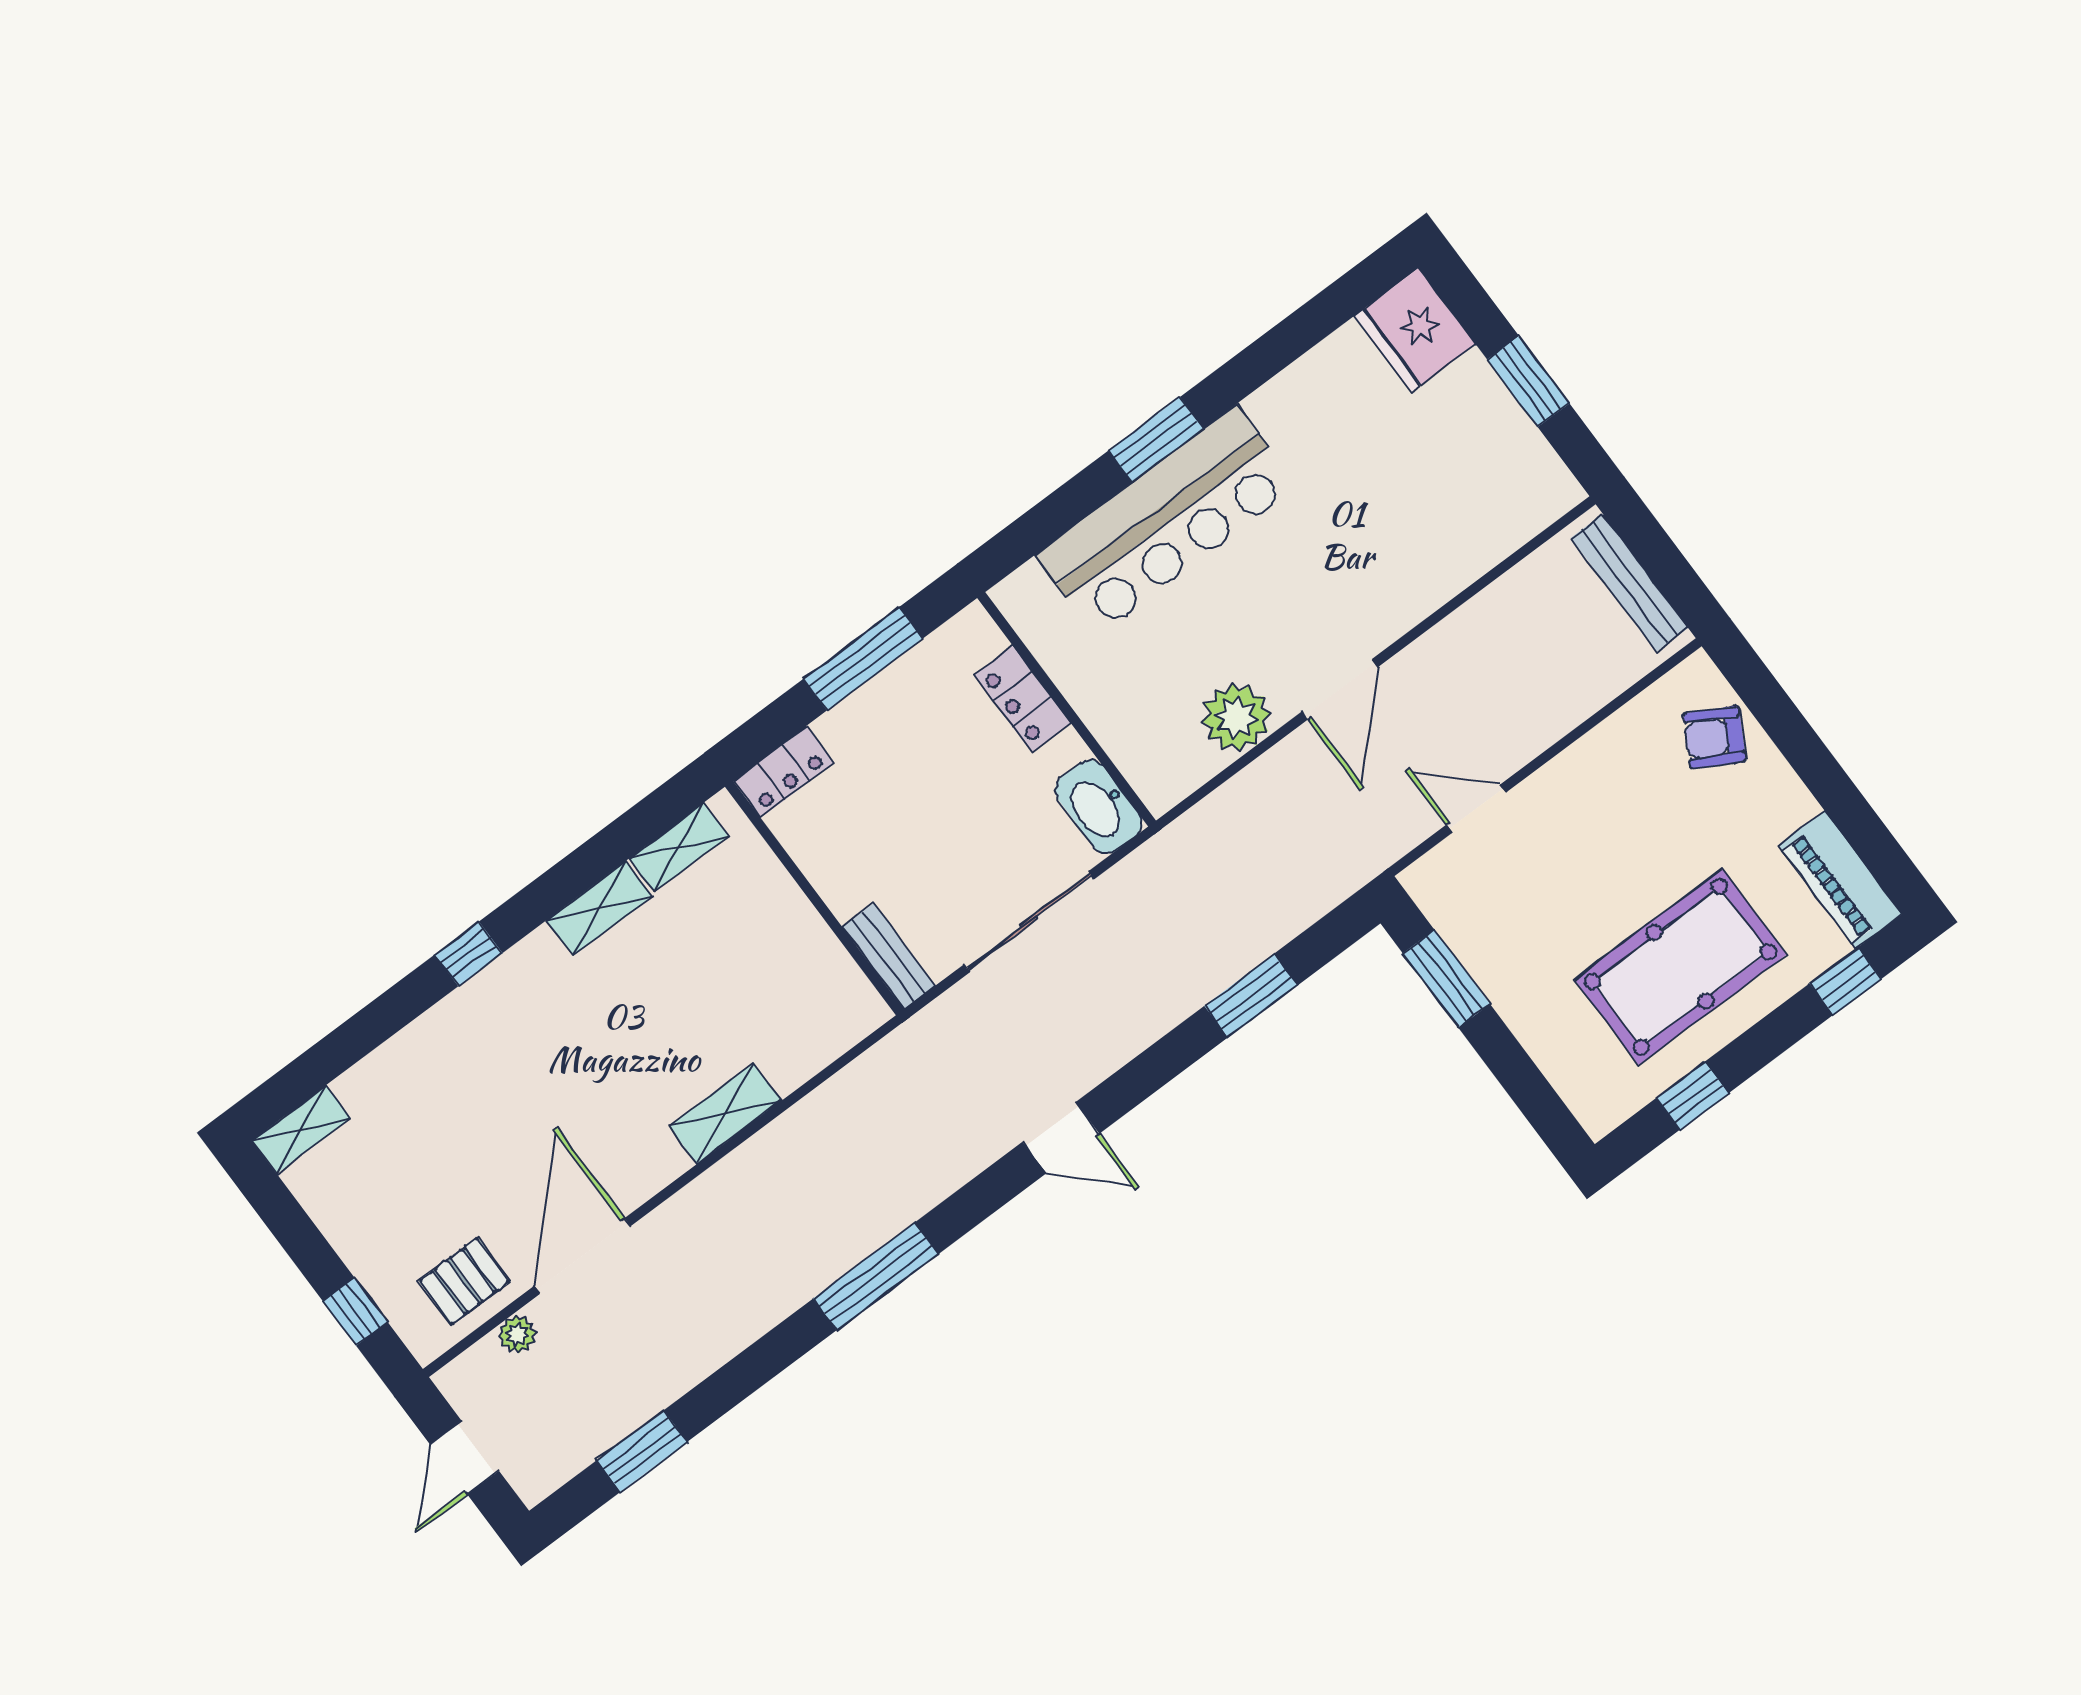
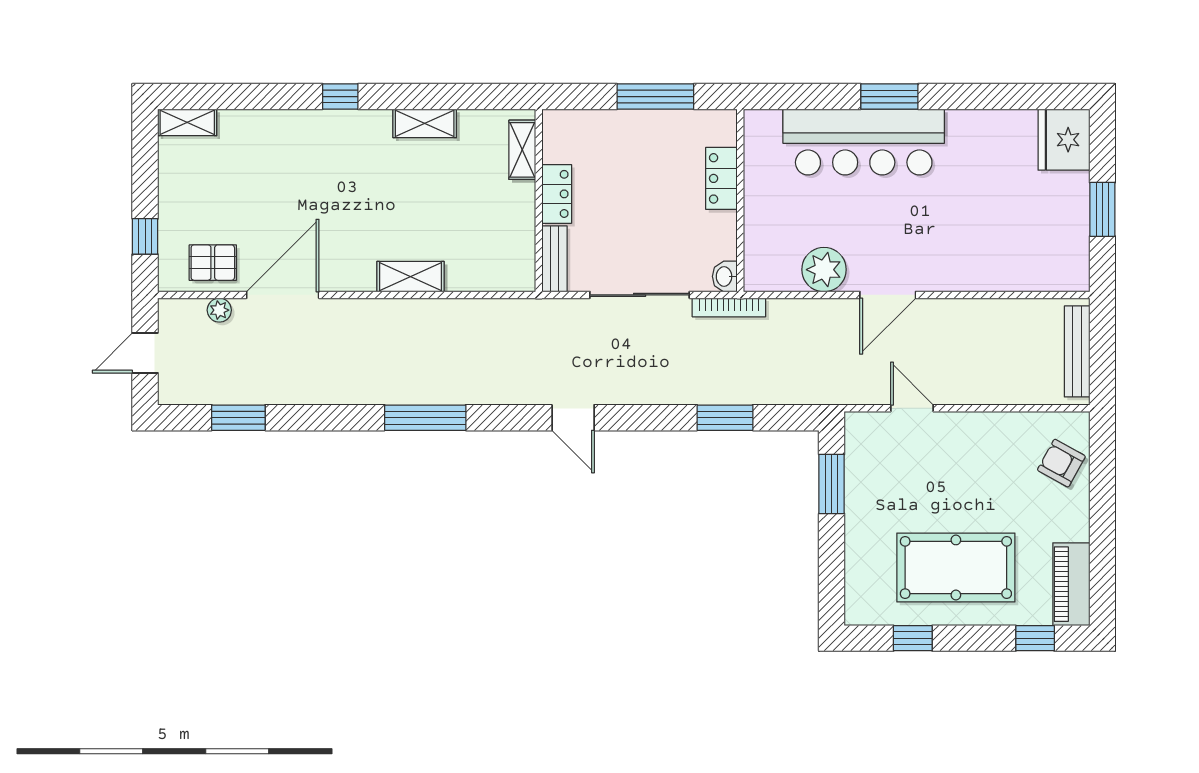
locker: (783, 772) -> (557, 194), moved, turned -90
washbasin: (1098, 807) -> (725, 276), width x0.52, depth x0.69
shelving: (678, 847) -> (522, 150), moved, turned 90
bookcase: (1153, 854) -> (729, 307), added

